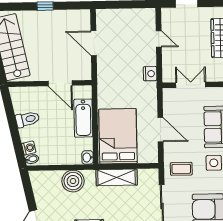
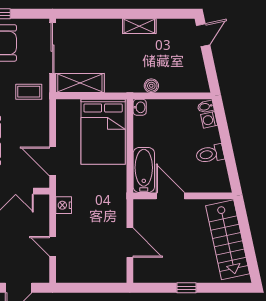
bathtub: (83, 118) -> (144, 170), moved
door: (160, 130) -> (53, 161), moved
shelving: (117, 177) -> (80, 83), moved
boiler: (73, 181) -> (151, 86), width x0.54, depth x0.54

